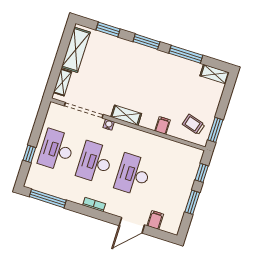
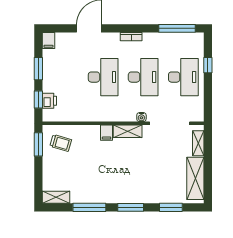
filing cabinet: (163, 125) -> (107, 133), moved
printer: (192, 168) -> (49, 101), added
filing cabinet: (155, 220) -> (48, 41), moved

